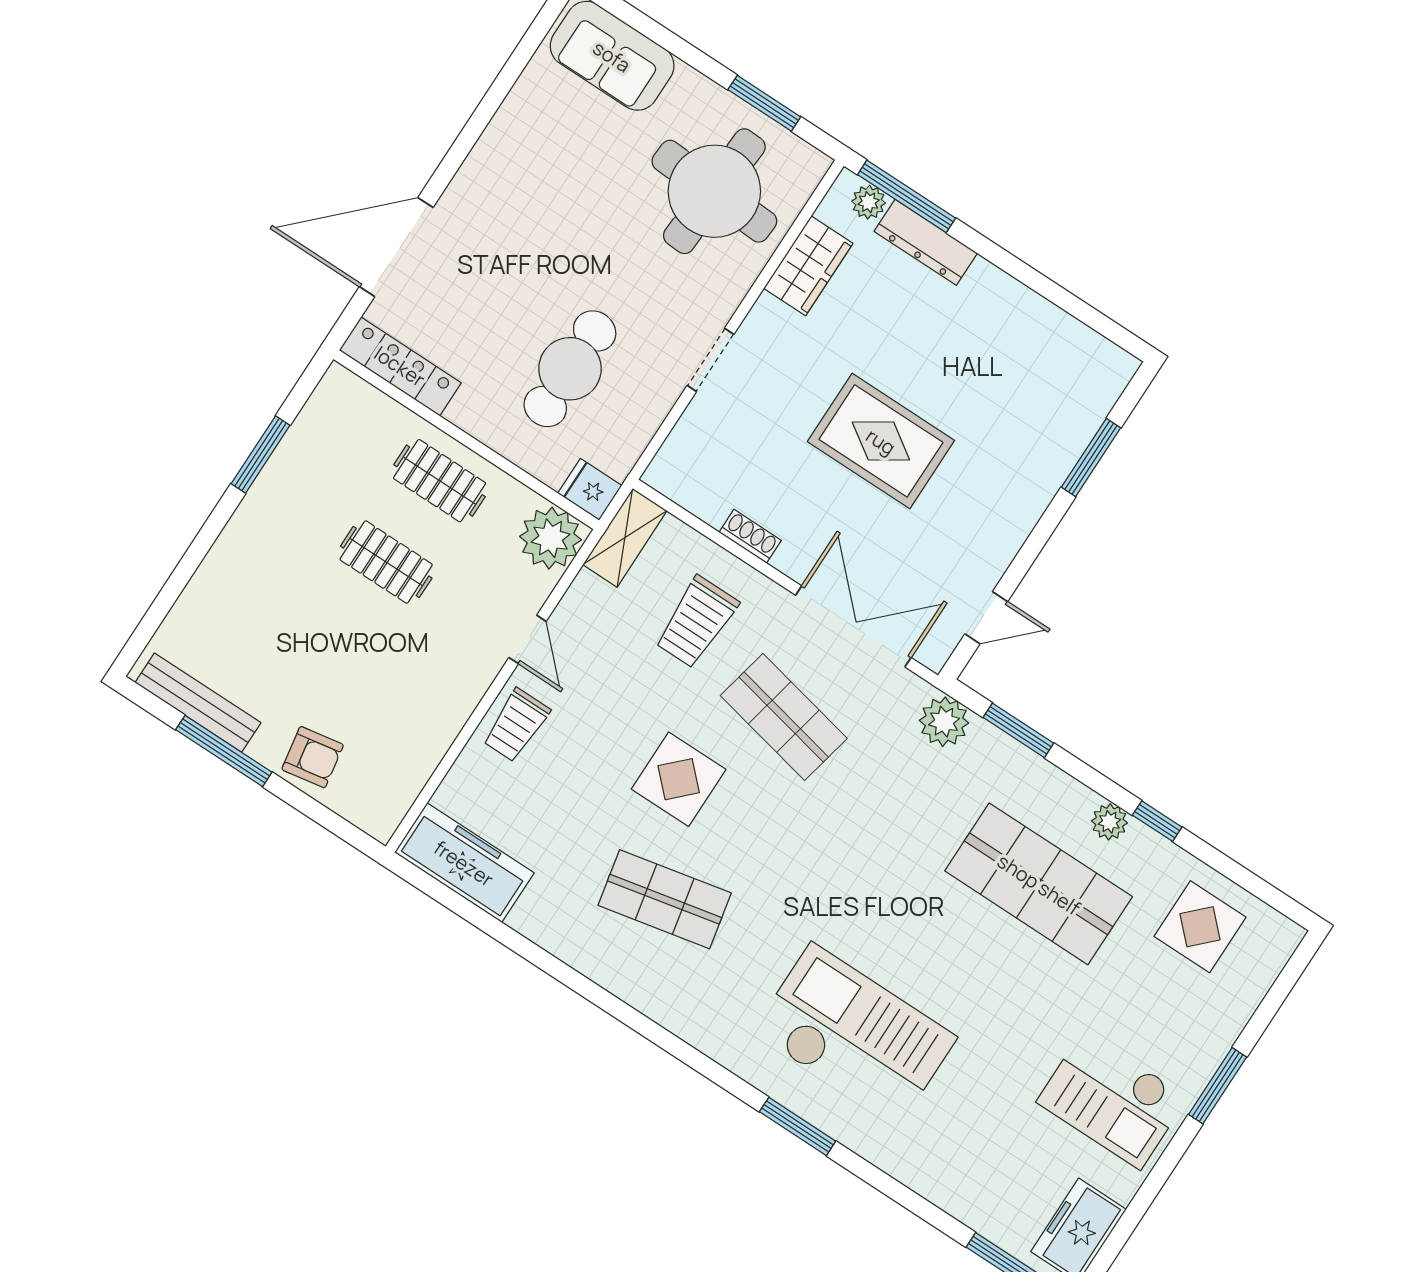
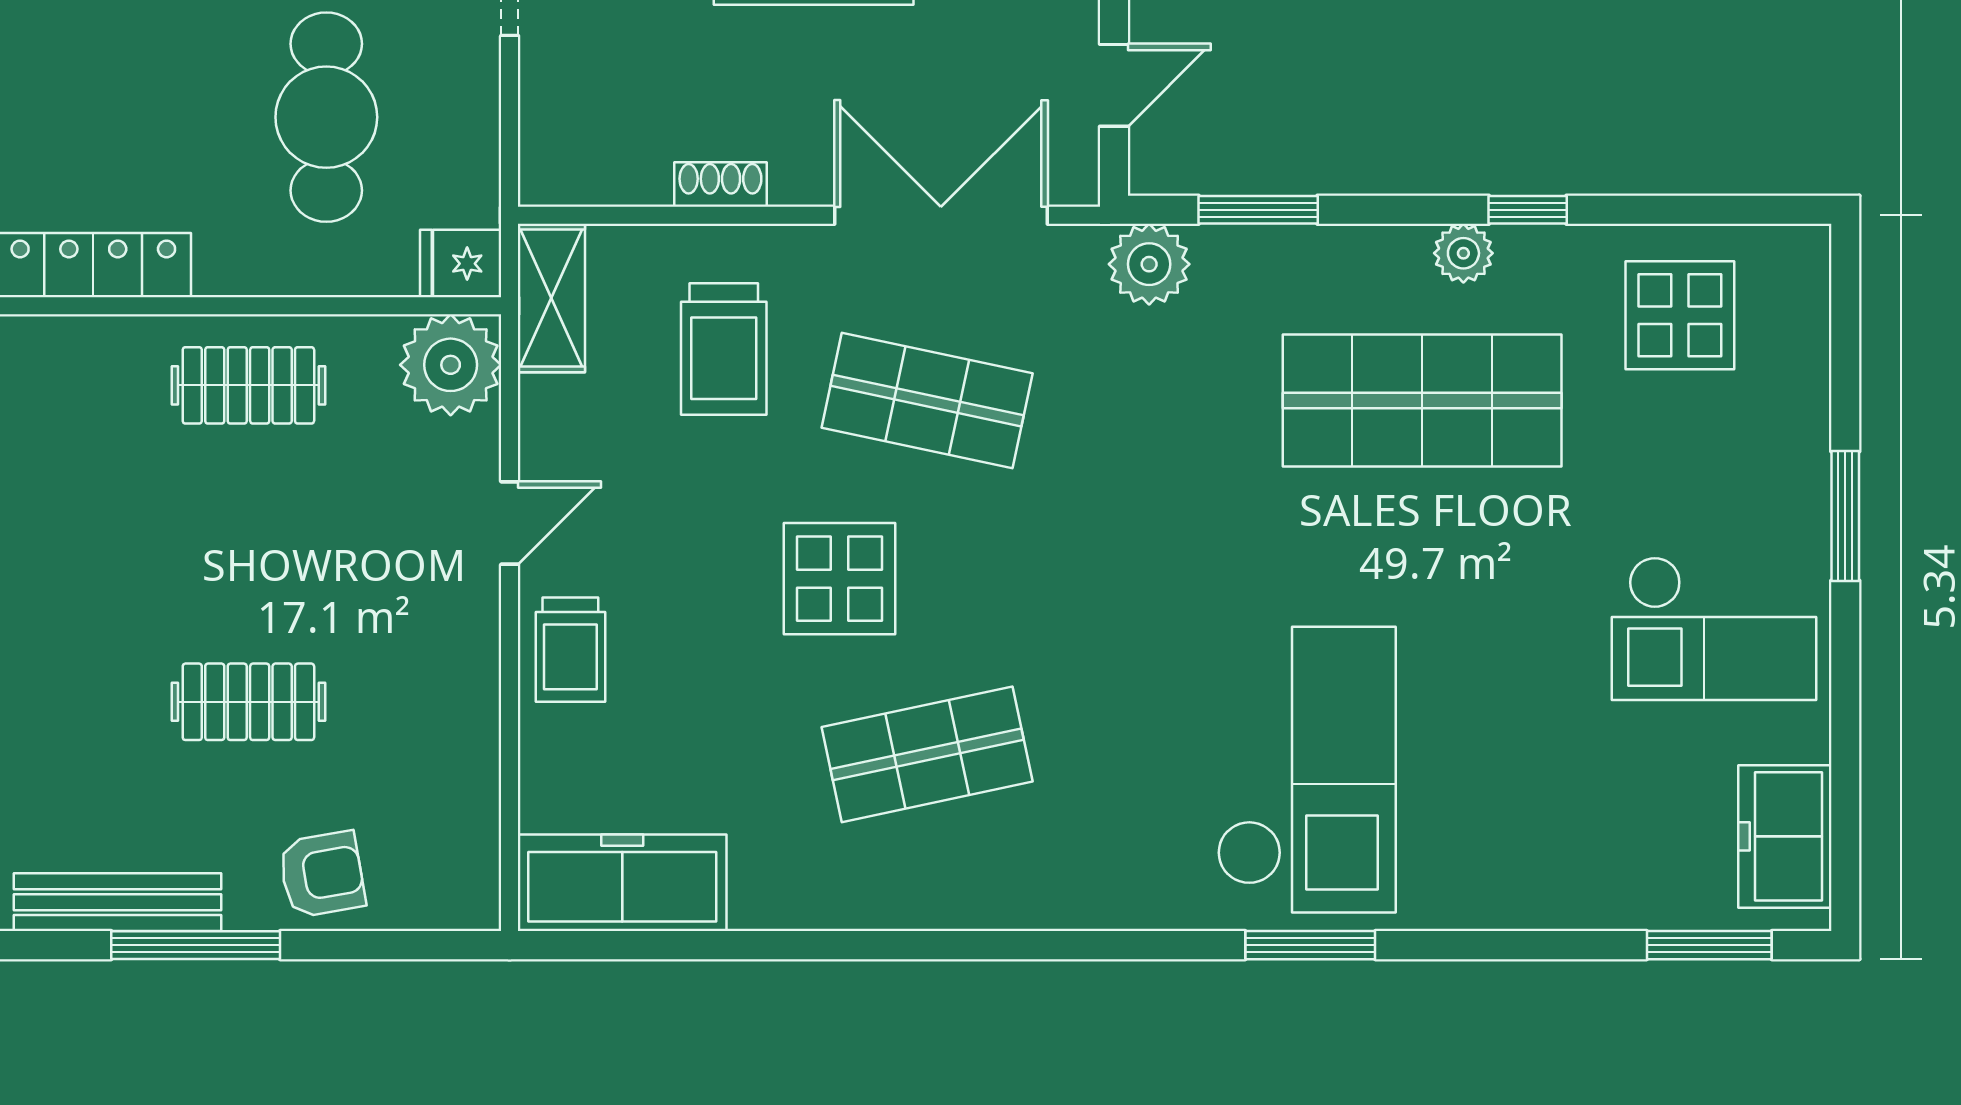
clothes rail: (386, 562) -> (248, 702), moved
door: (528, 639) -> (510, 523), hinge flipped
checkout: (855, 1035) -> (1306, 770), turned 90

